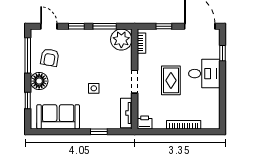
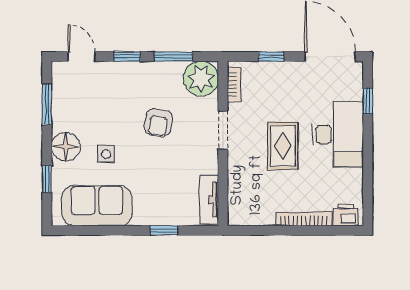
window: (28, 55) -> (47, 104), width x0.69
armchair: (50, 57) -> (158, 123), moved
desk: (204, 74) -> (338, 135), width x1.37
doorway: (135, 82) -> (223, 130), moved
side table: (94, 88) -> (106, 154), moved
printer: (145, 122) -> (346, 215), moved

